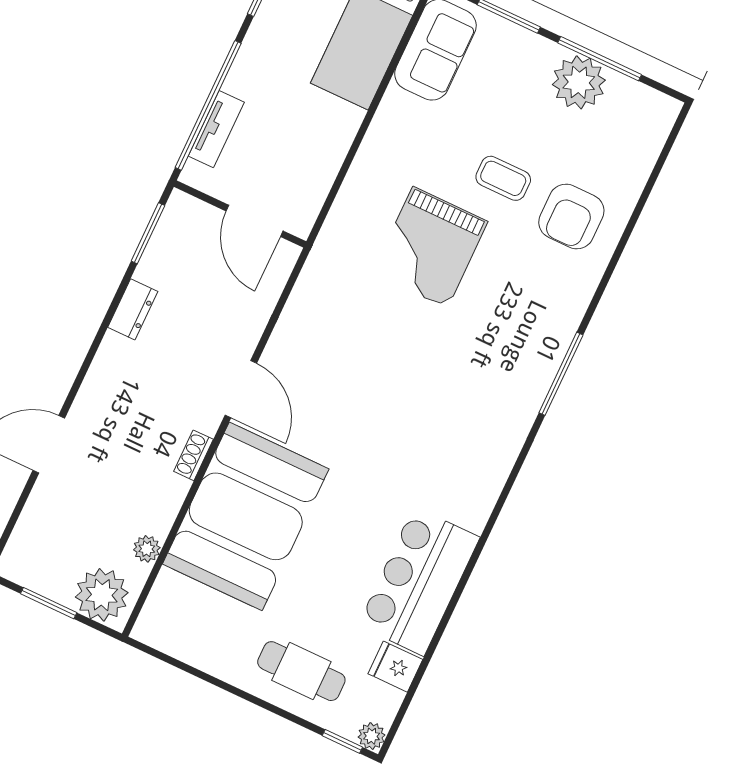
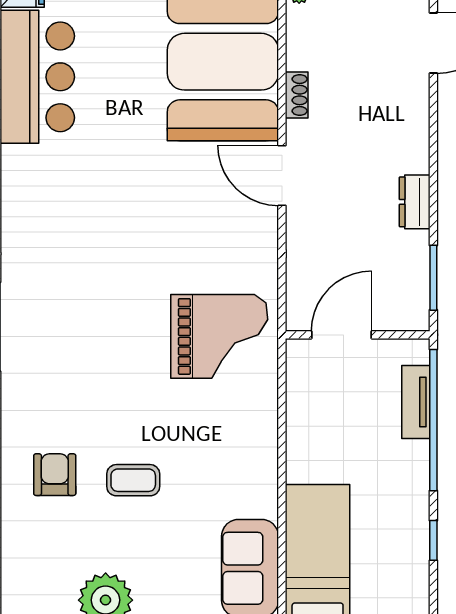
armchair: (571, 216) -> (55, 475), width x0.72, depth x0.72
door: (255, 221) -> (341, 335), hinge flipped
grand piano: (430, 247) -> (219, 336), moved, turned 90

